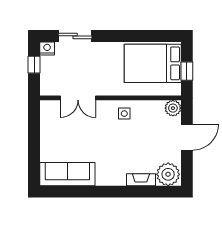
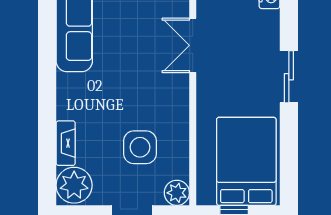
sliding door: (75, 36) -> (289, 77), moved
side table: (124, 114) -> (140, 147), moved, width x1.87, depth x1.87

